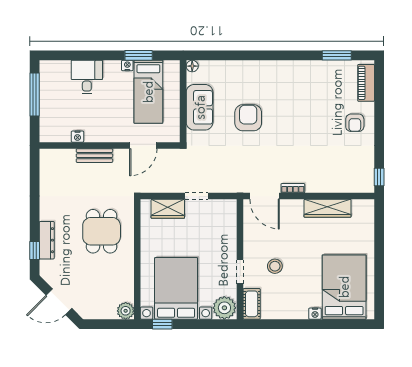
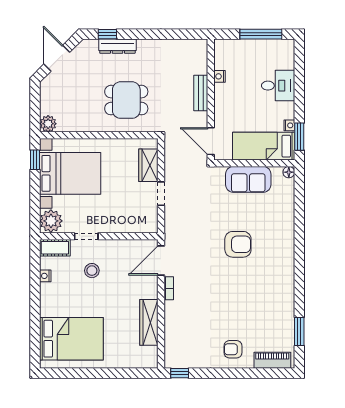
floor lamp: (192, 66) -> (289, 172), moved
wall: (183, 101) -> (254, 163), moved
sofa: (200, 107) -> (248, 179), moved
nightstand: (315, 314) -> (45, 276), moved

